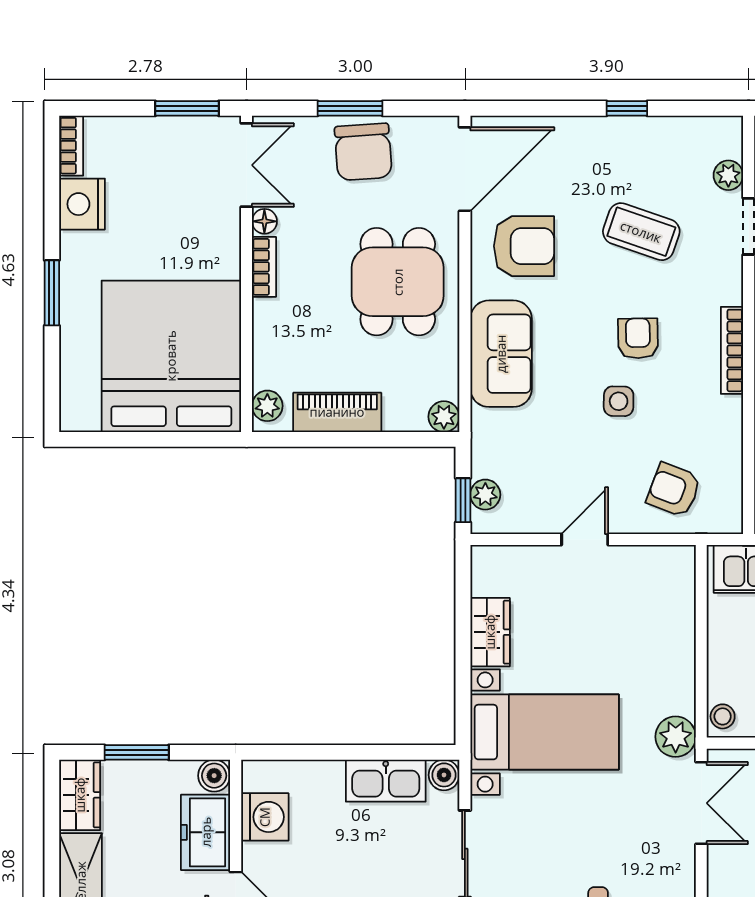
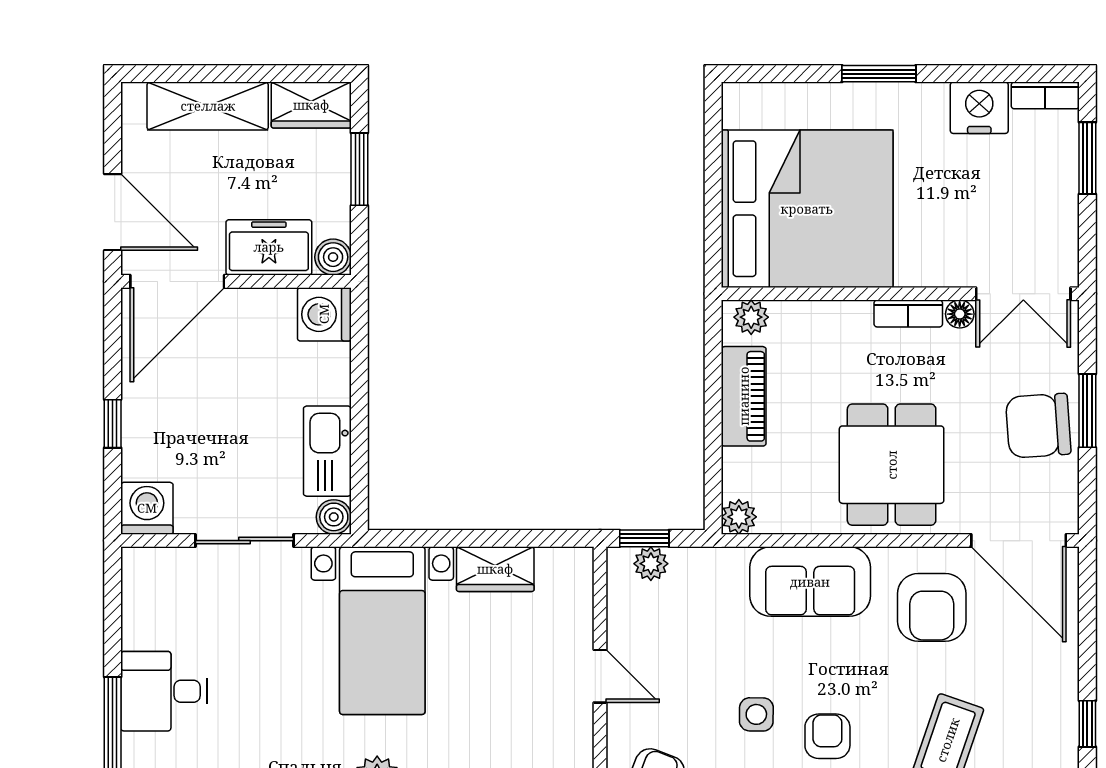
window: (187, 108) -> (1087, 158), moved
dining table: (398, 282) -> (892, 465), turned 90
armchair: (638, 338) -> (827, 736), turned -89
washing machine: (265, 817) -> (324, 314), moved, turned 90

